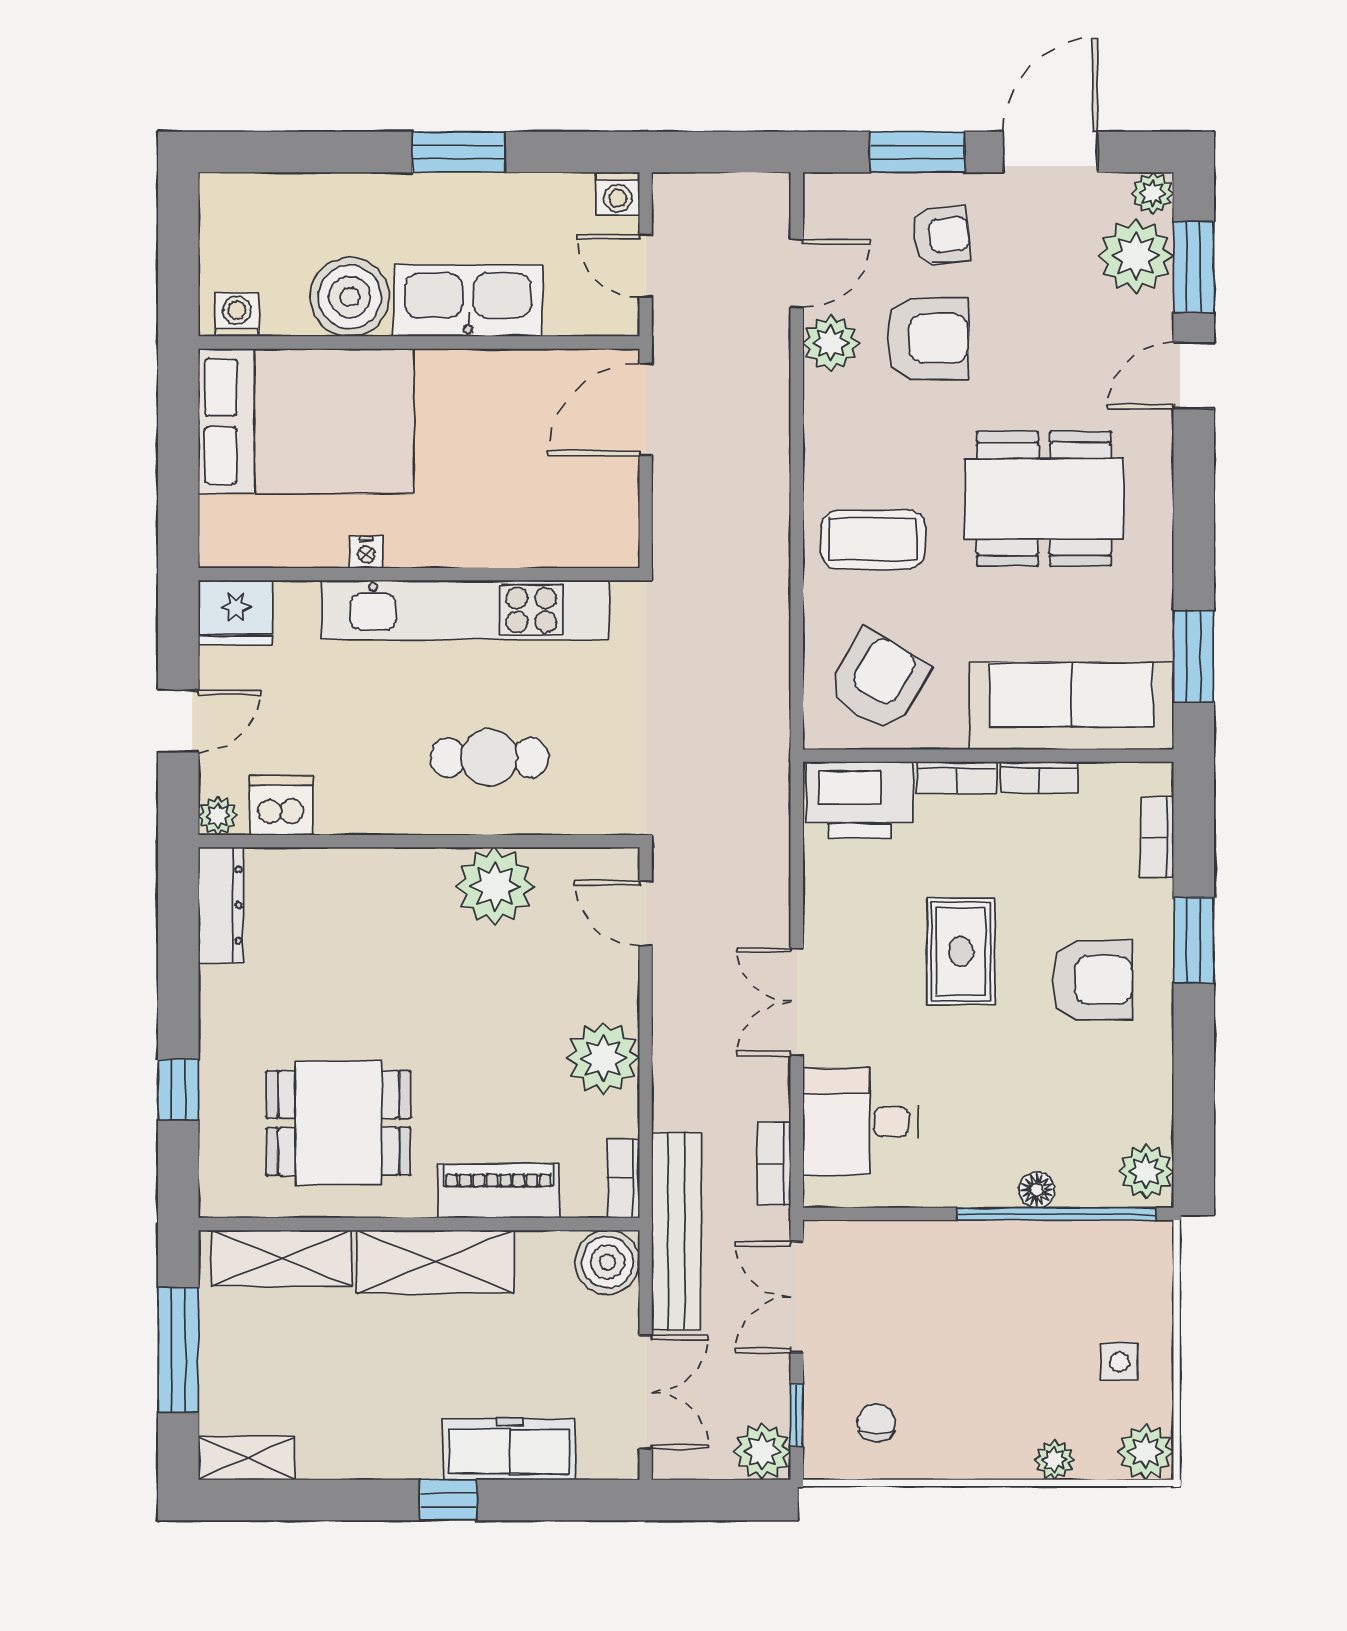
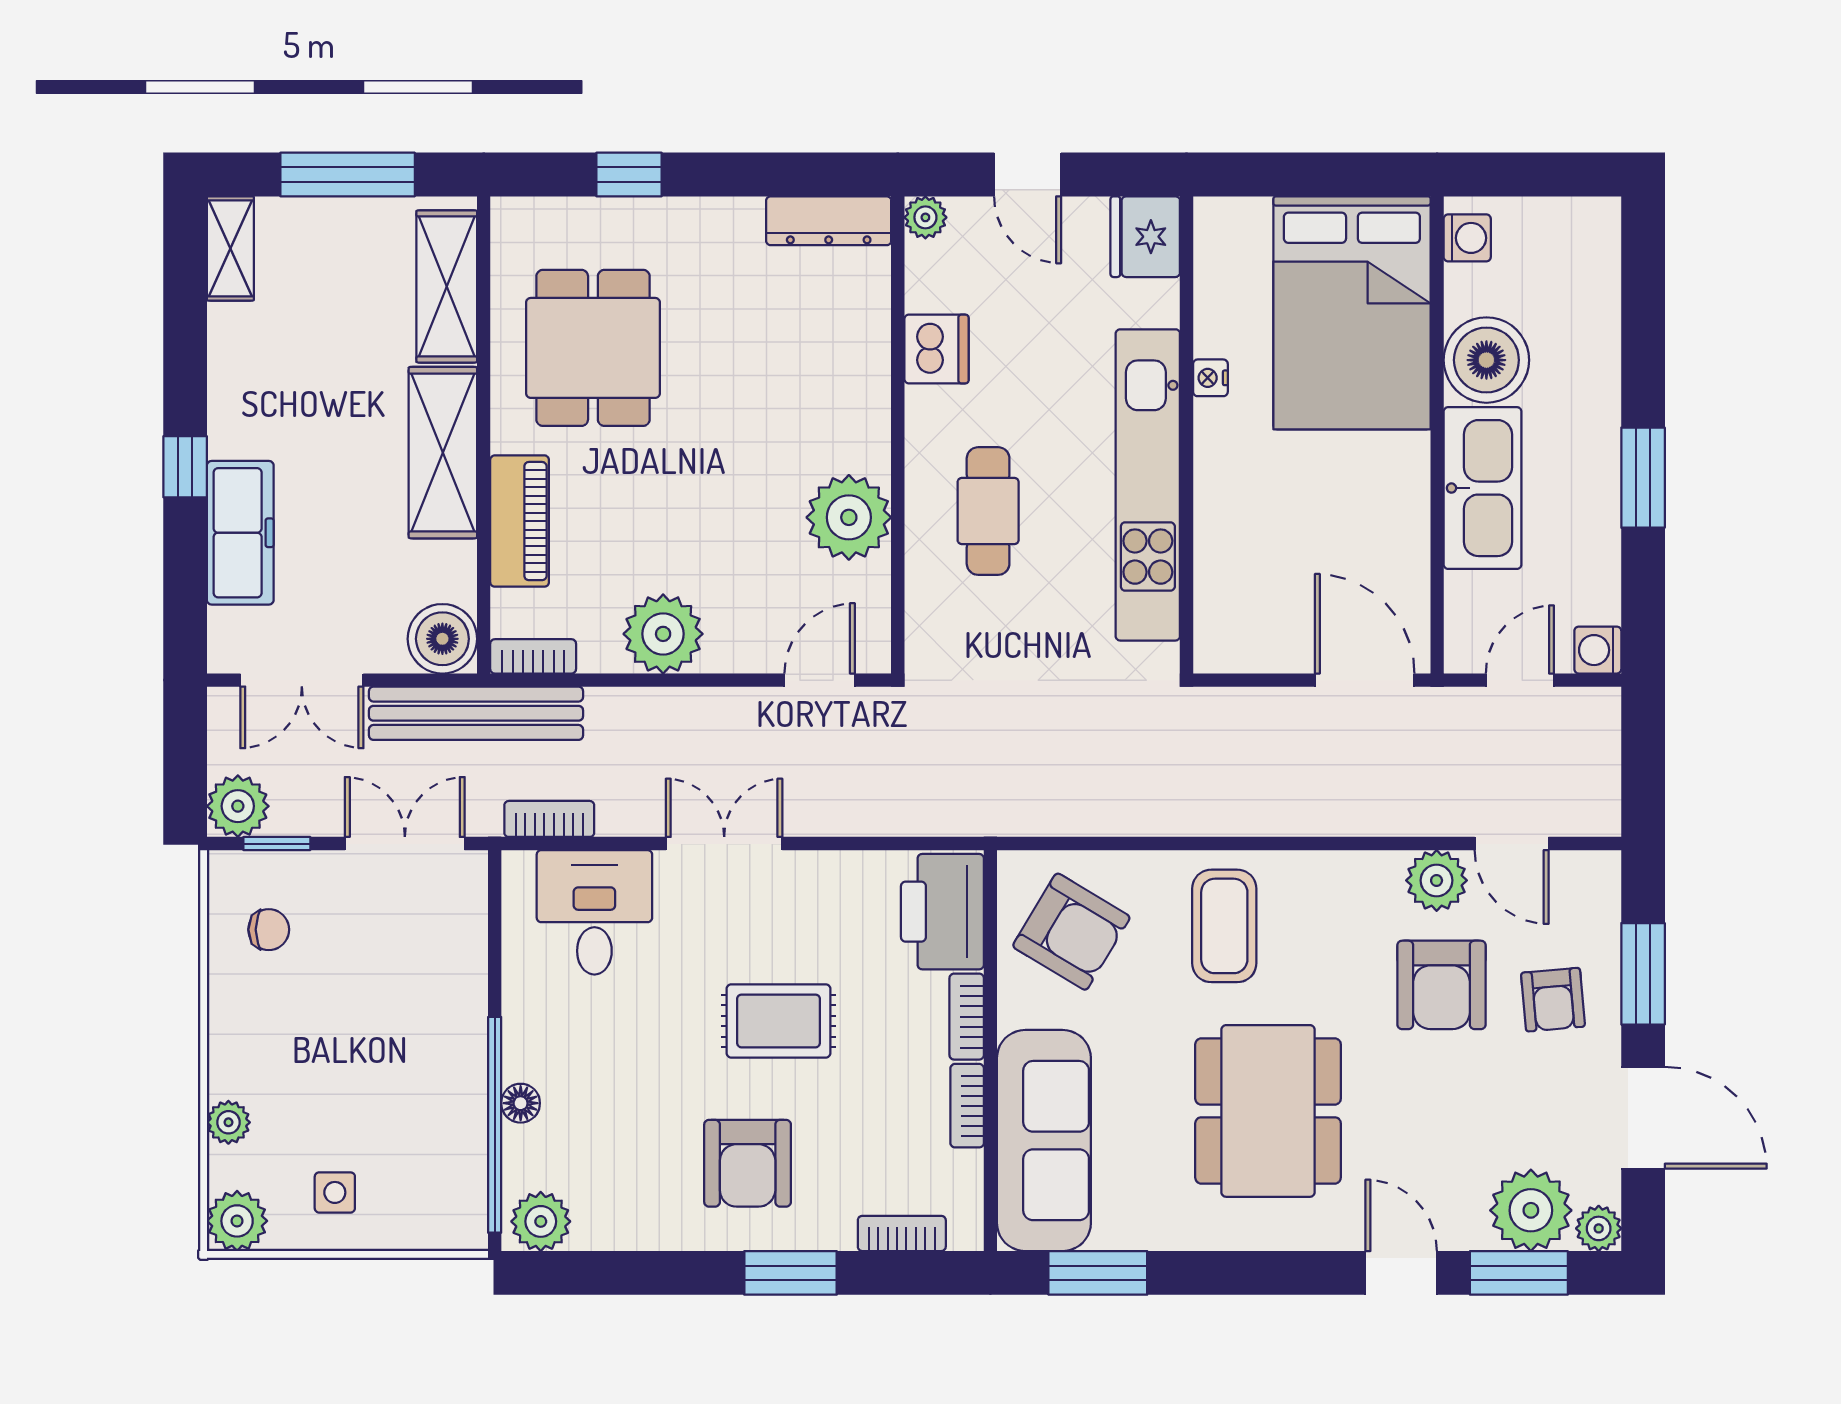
dishwasher: (281, 805) -> (936, 349), moved

